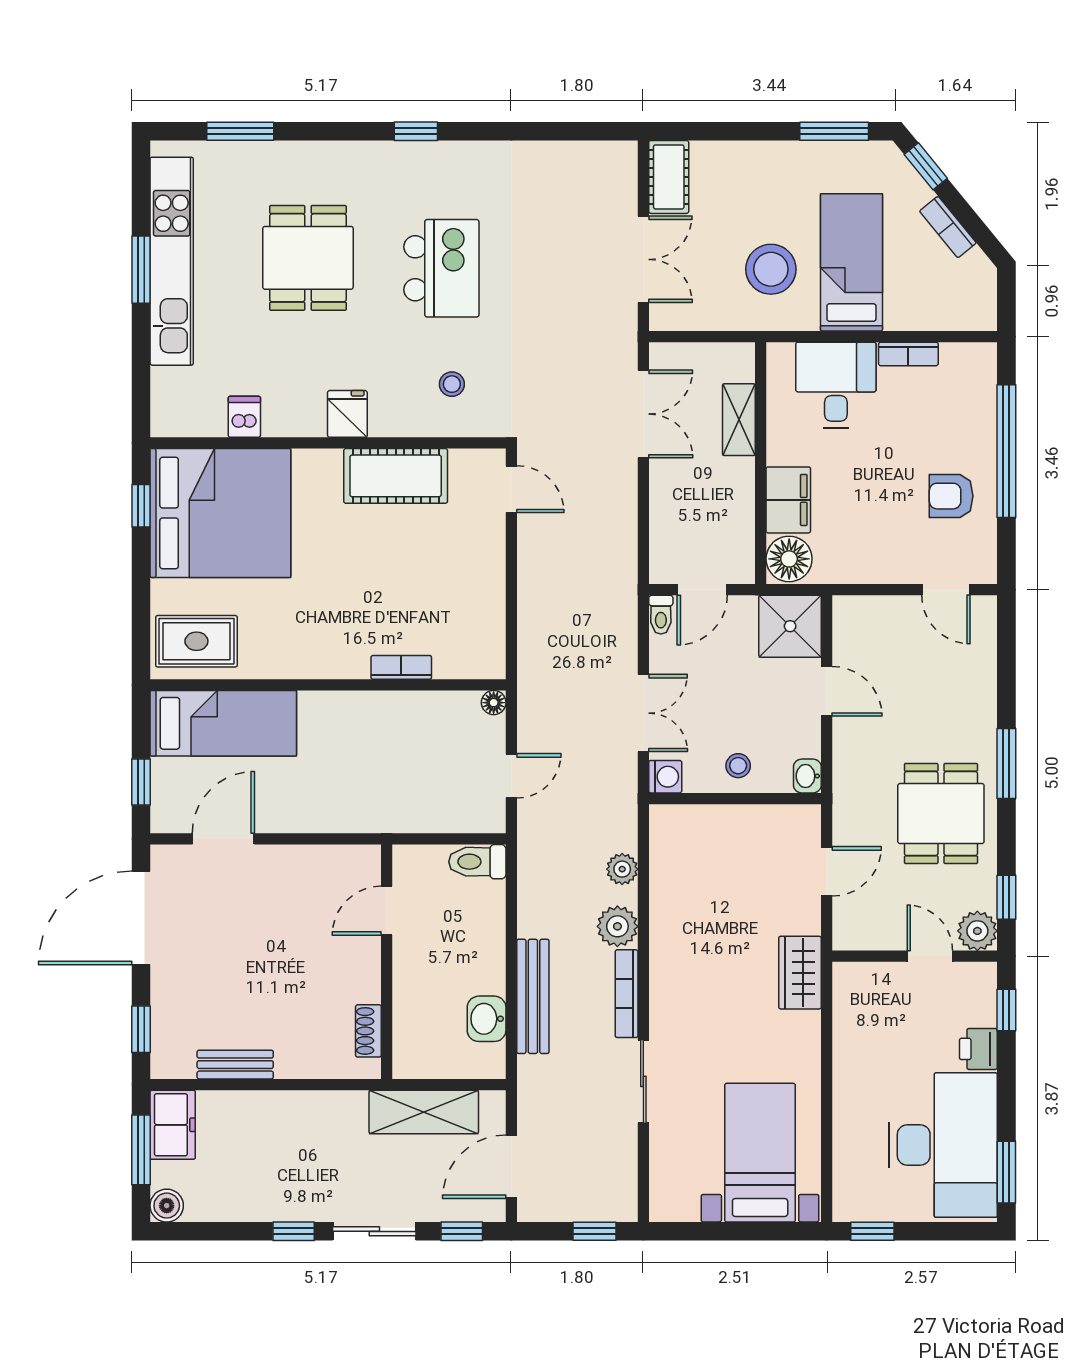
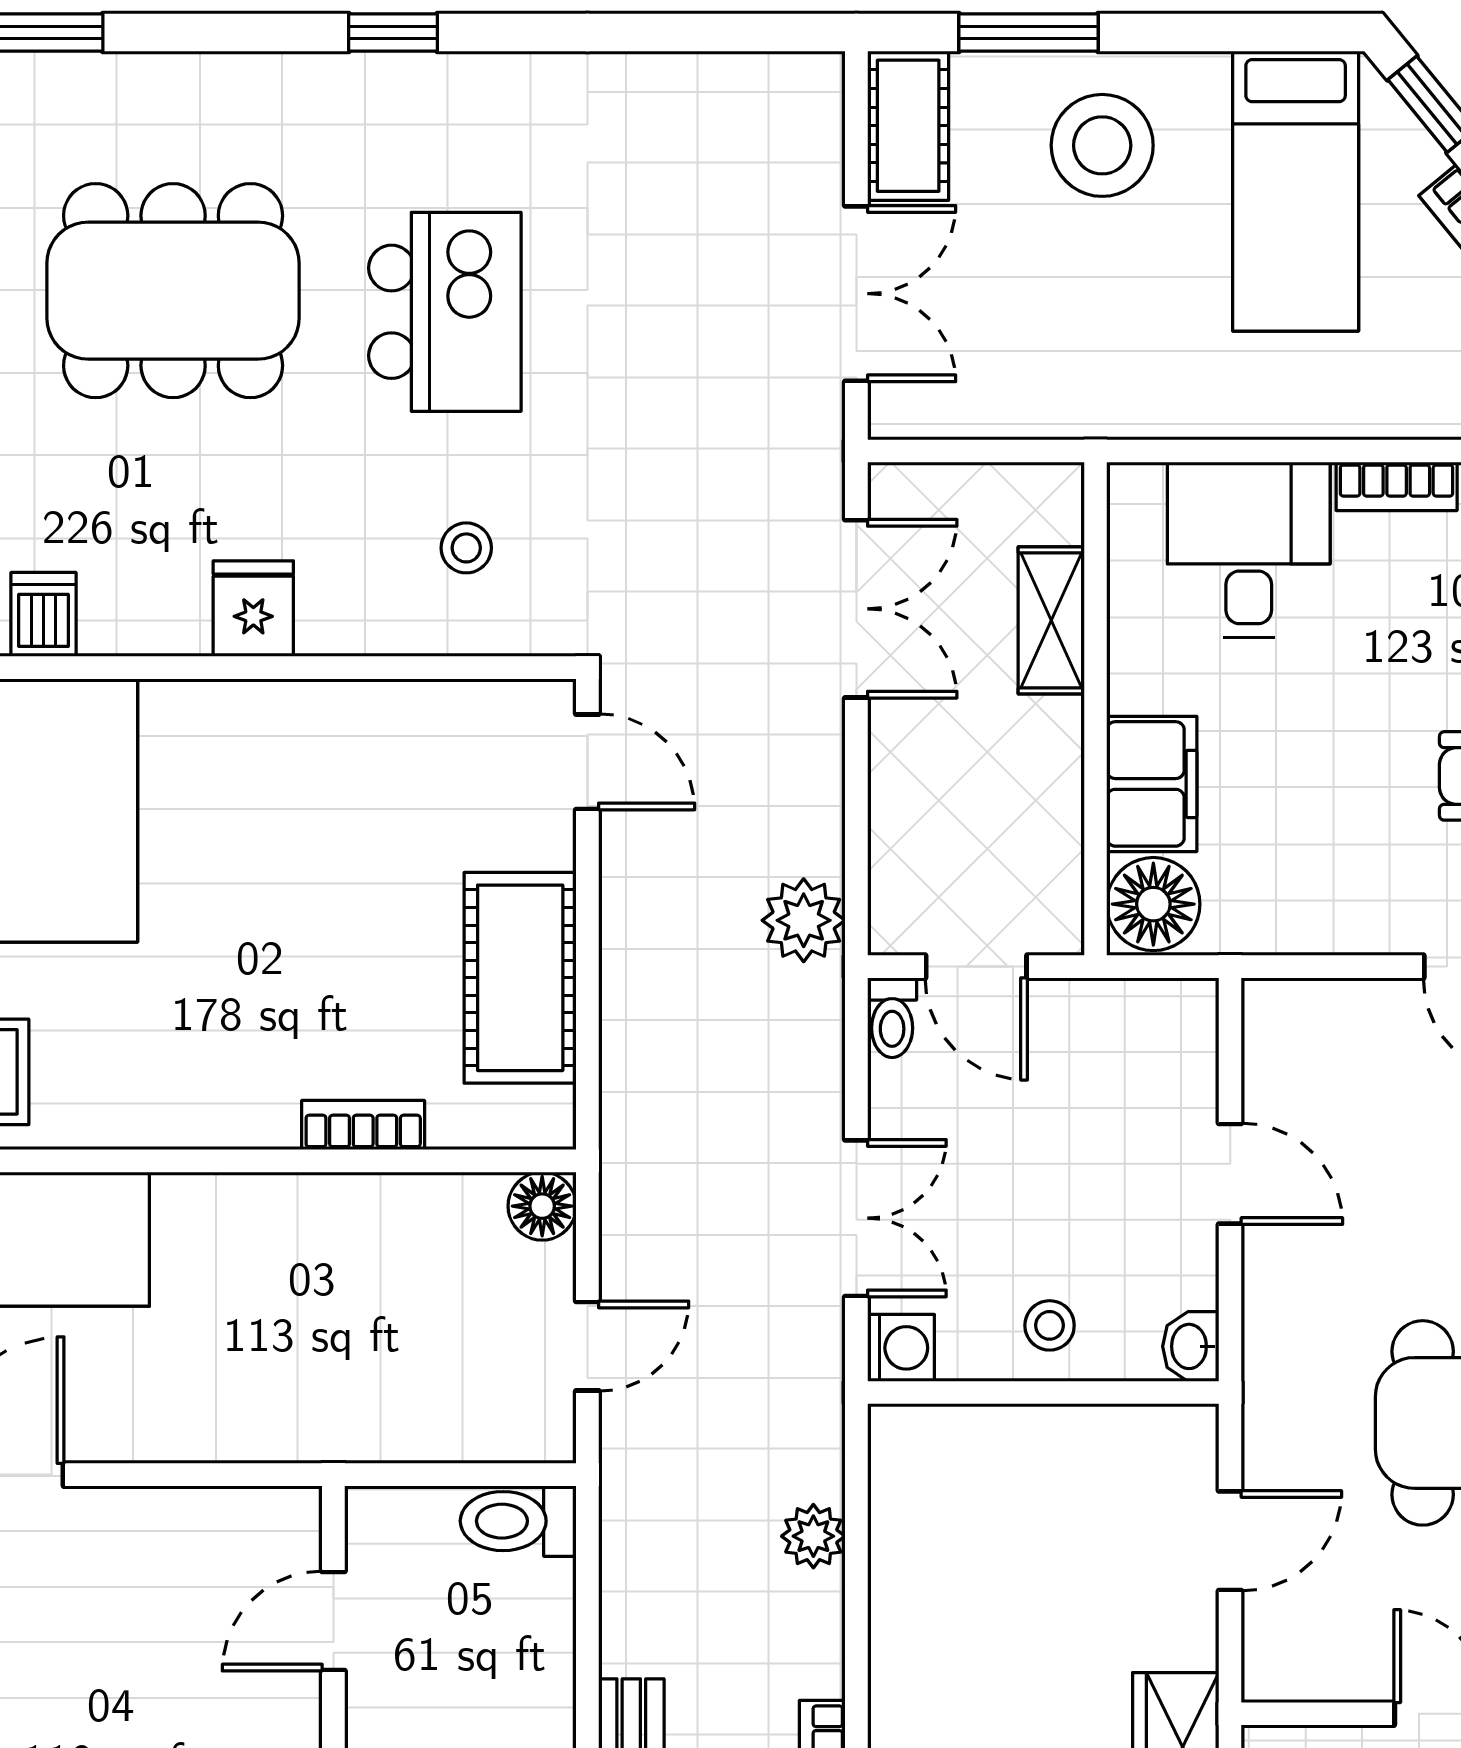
window: (834, 131) -> (1028, 33), moved
dining table: (308, 258) -> (173, 291), width x1.37
bed: (851, 262) -> (1296, 191), moved, turned 180
stool: (771, 269) -> (1102, 145), moved
cot: (396, 476) -> (520, 978), moved, turned 90
door: (702, 590) -> (976, 967), hinge flipped
shower: (790, 626) -> (1155, 1041), removed
floor lamp: (494, 703) -> (542, 1206), width x1.37, depth x1.37
plant: (617, 926) -> (804, 920), moved

